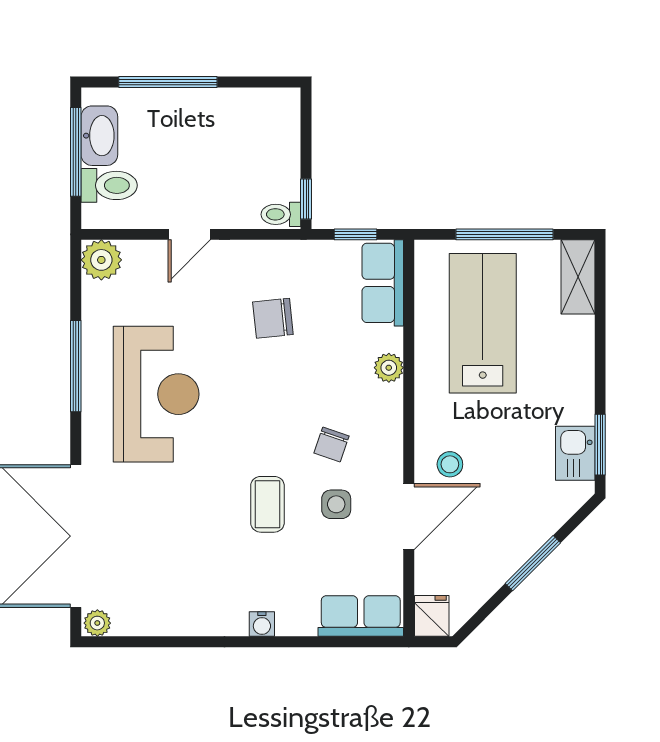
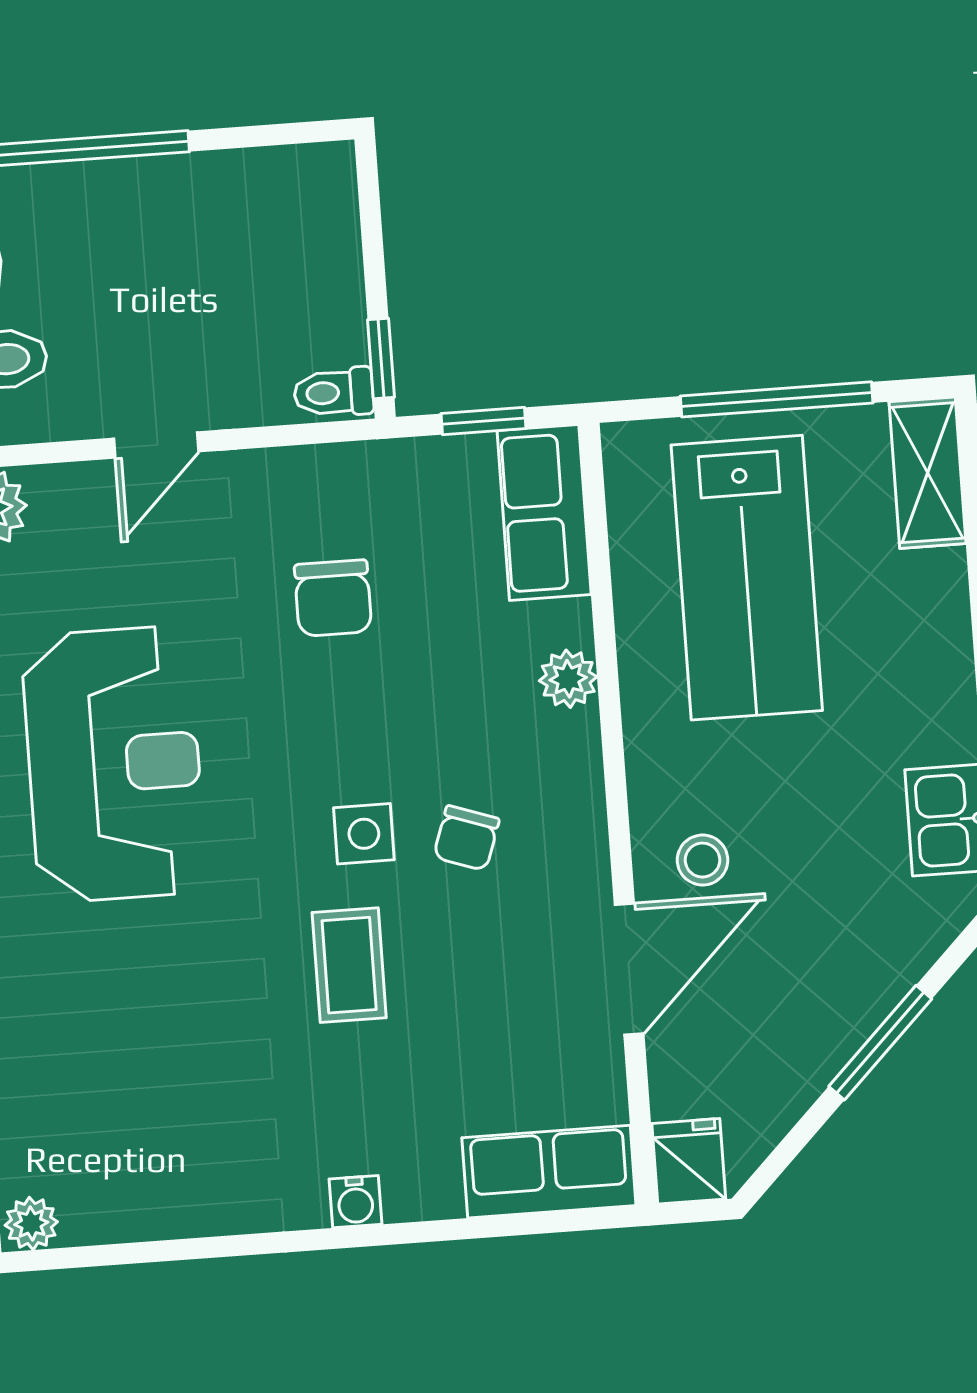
chair: (273, 318) -> (333, 598), turned -84
lab bench: (483, 323) -> (747, 578), turned 180
side table: (336, 504) -> (364, 834), moved

